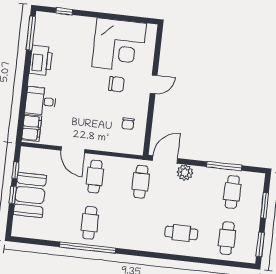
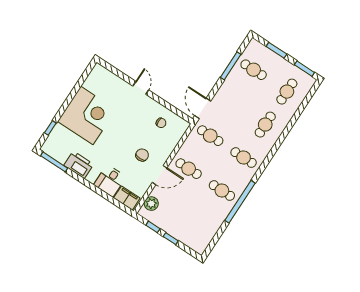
corner desk: (119, 45) -> (87, 115), moved
chair: (116, 84) -> (142, 155), moved
plant: (185, 173) -> (151, 204), moved
booth: (30, 195) -> (177, 225), removed
cafe table: (136, 228) -> (244, 158), added
cafe table: (227, 238) -> (287, 92), turned 90

